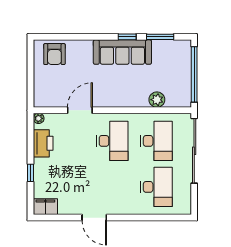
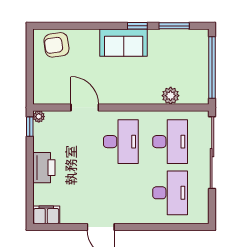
sofa: (122, 52) -> (124, 43), width x0.73
armchair: (54, 54) -> (56, 45), turned 82
door: (80, 110) -> (85, 107), hinge flipped
printer: (43, 143) -> (44, 168), moved
window: (30, 173) -> (30, 127), moved

